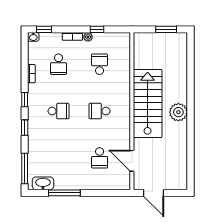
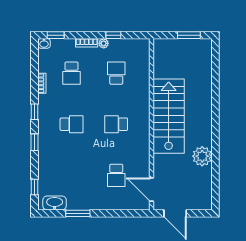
plant: (178, 112) -> (202, 156), moved
door: (132, 161) -> (151, 189), moved
window: (25, 169) -> (35, 187), width x0.46
window: (64, 193) -> (78, 213), width x0.69

